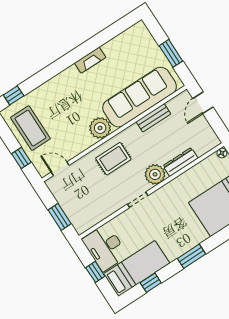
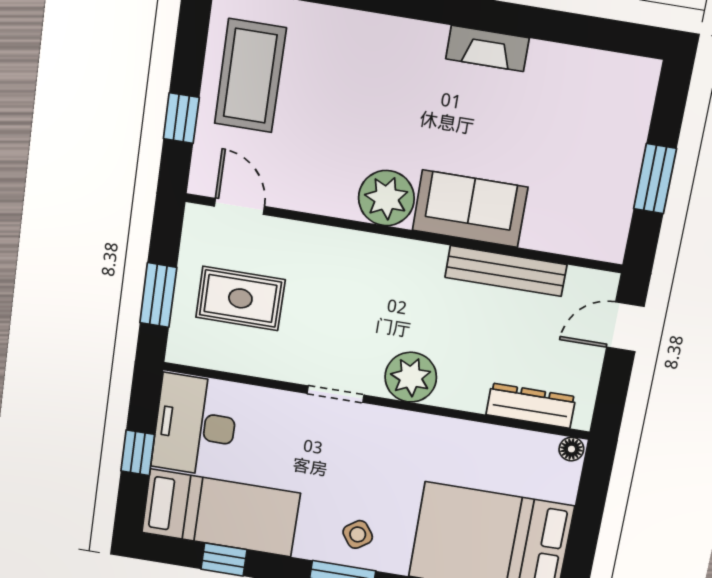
sofa: (140, 97) -> (470, 209), width x0.54, depth x0.79
bench: (153, 118) -> (506, 271), width x1.36
rug: (113, 159) -> (240, 298), moved
dresser: (181, 162) -> (531, 406), moved
side table: (183, 238) -> (358, 534), added

